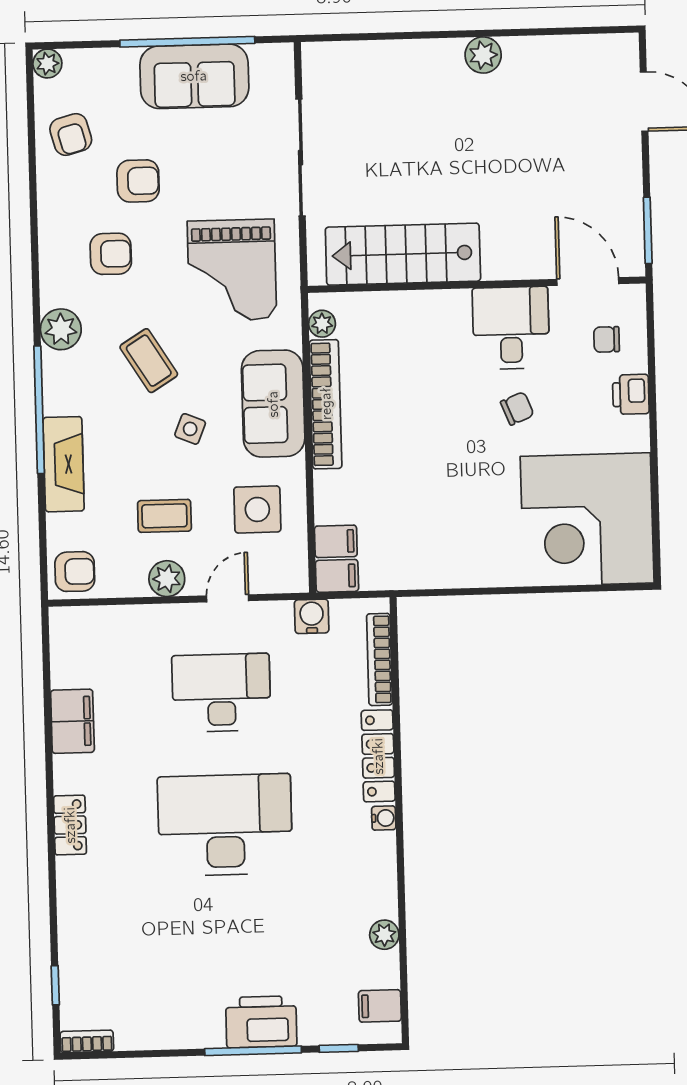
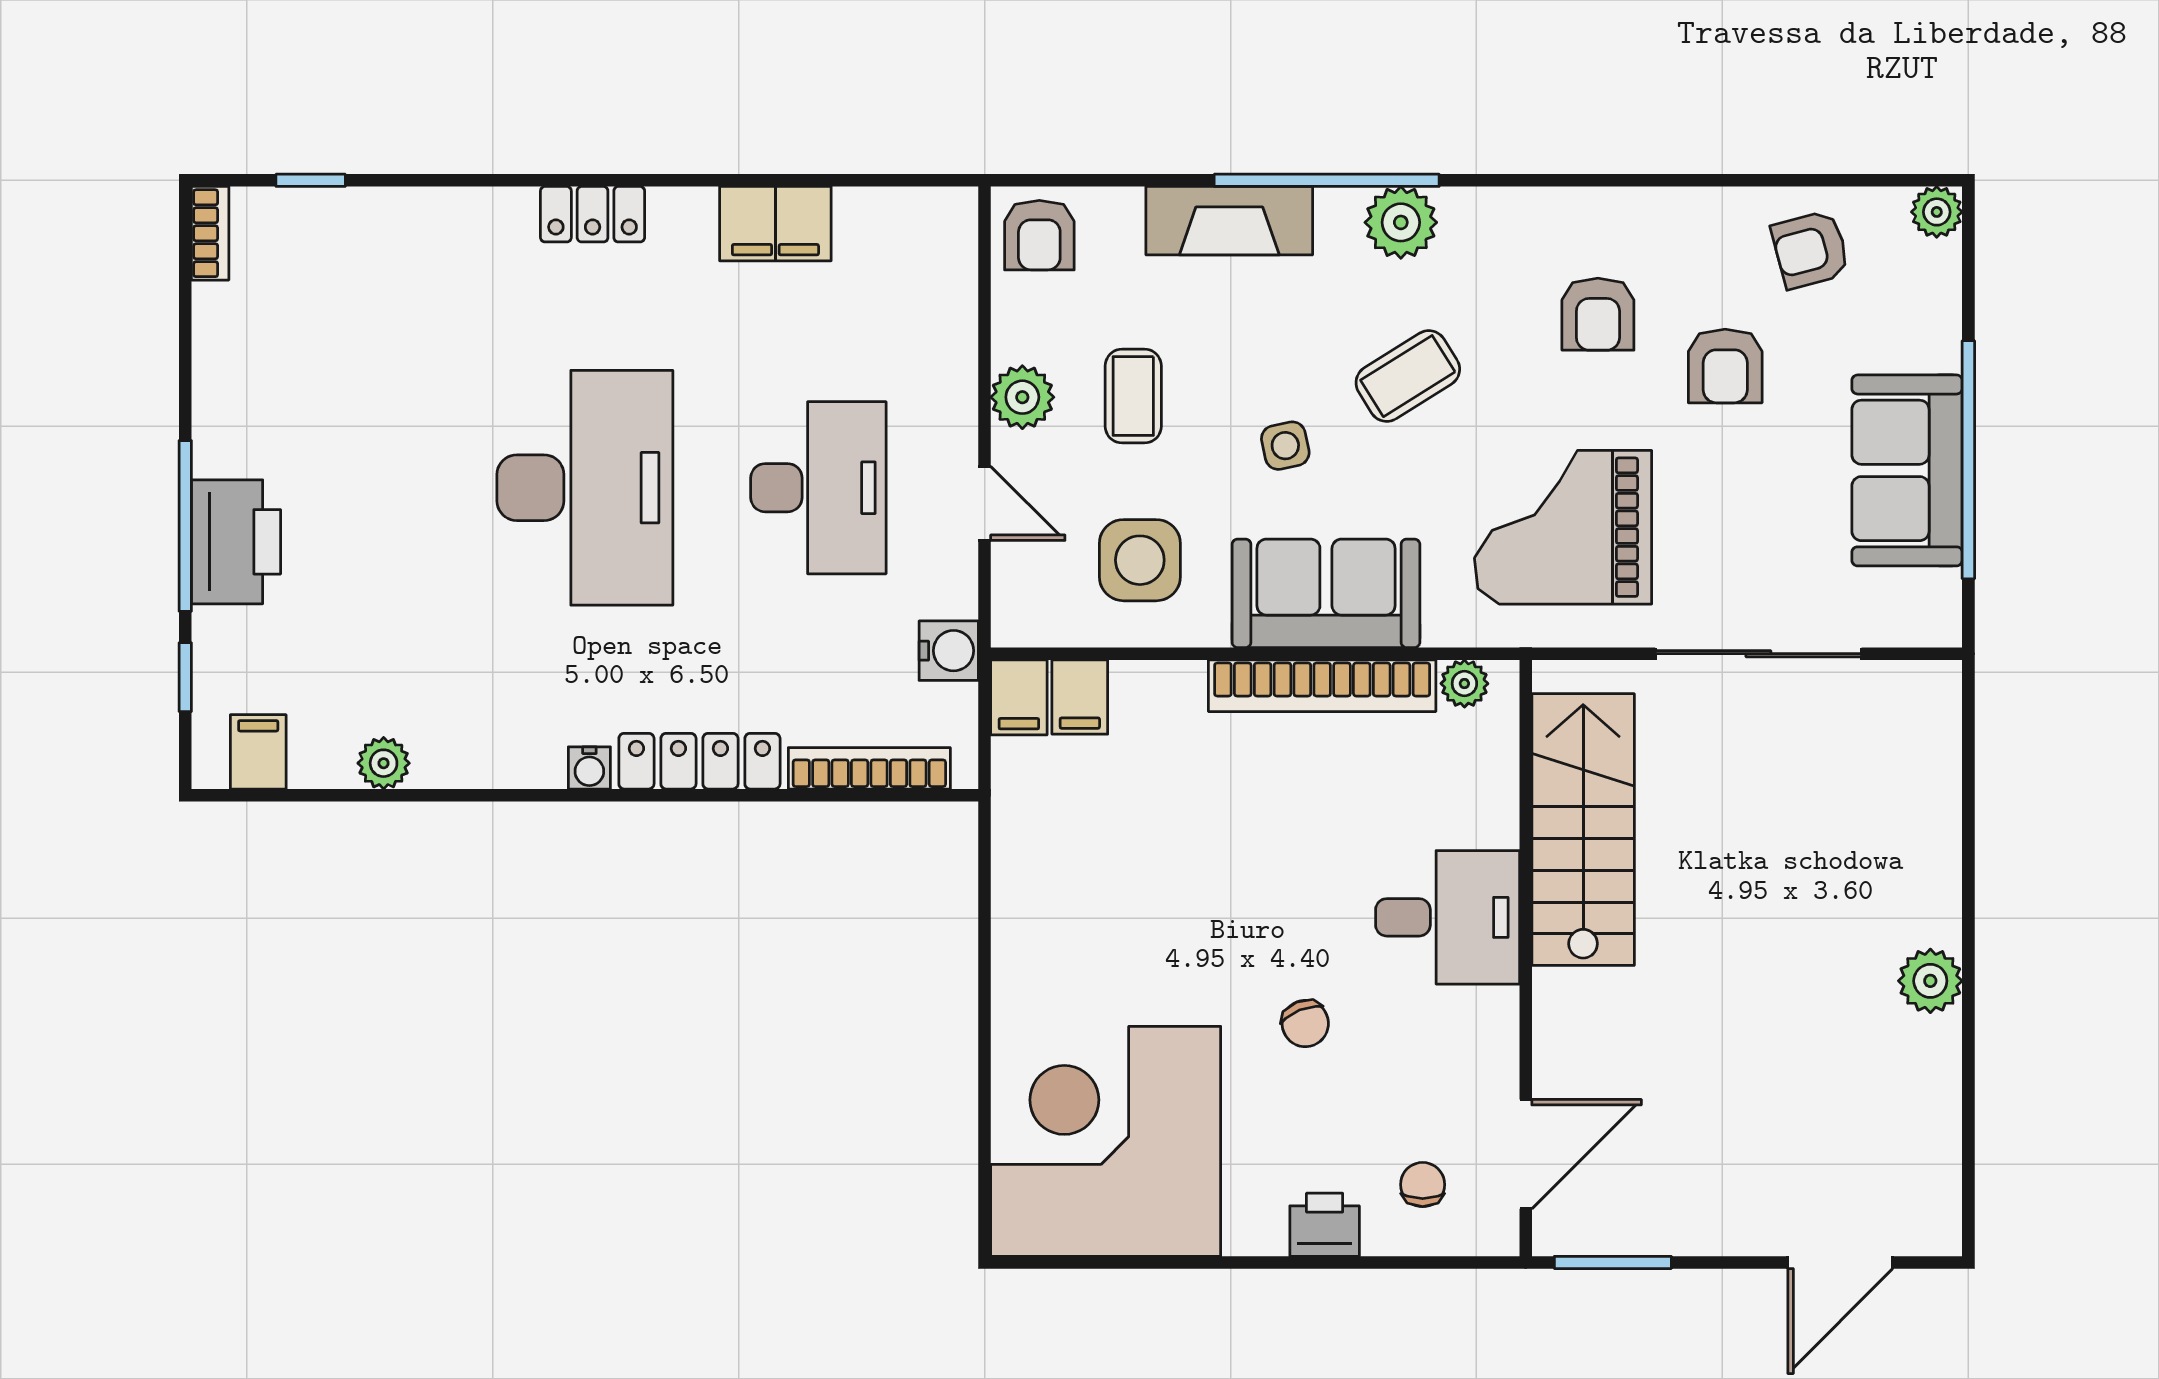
desk: (511, 328) -> (1448, 917), moved
plant: (61, 329) -> (1401, 222), moved
side table: (190, 429) -> (1285, 446), turned -34

